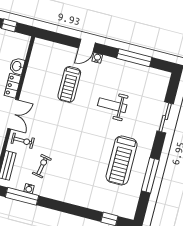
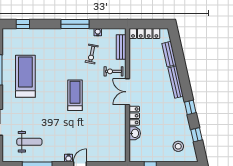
treadmill: (69, 84) -> (75, 95), moved
weight bench: (112, 105) -> (29, 142), moved
window: (22, 196) -> (75, 24), moved

